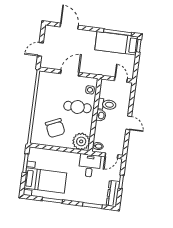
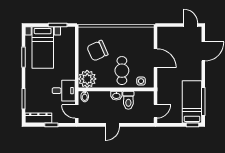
door: (40, 49) -> (191, 25), moved

